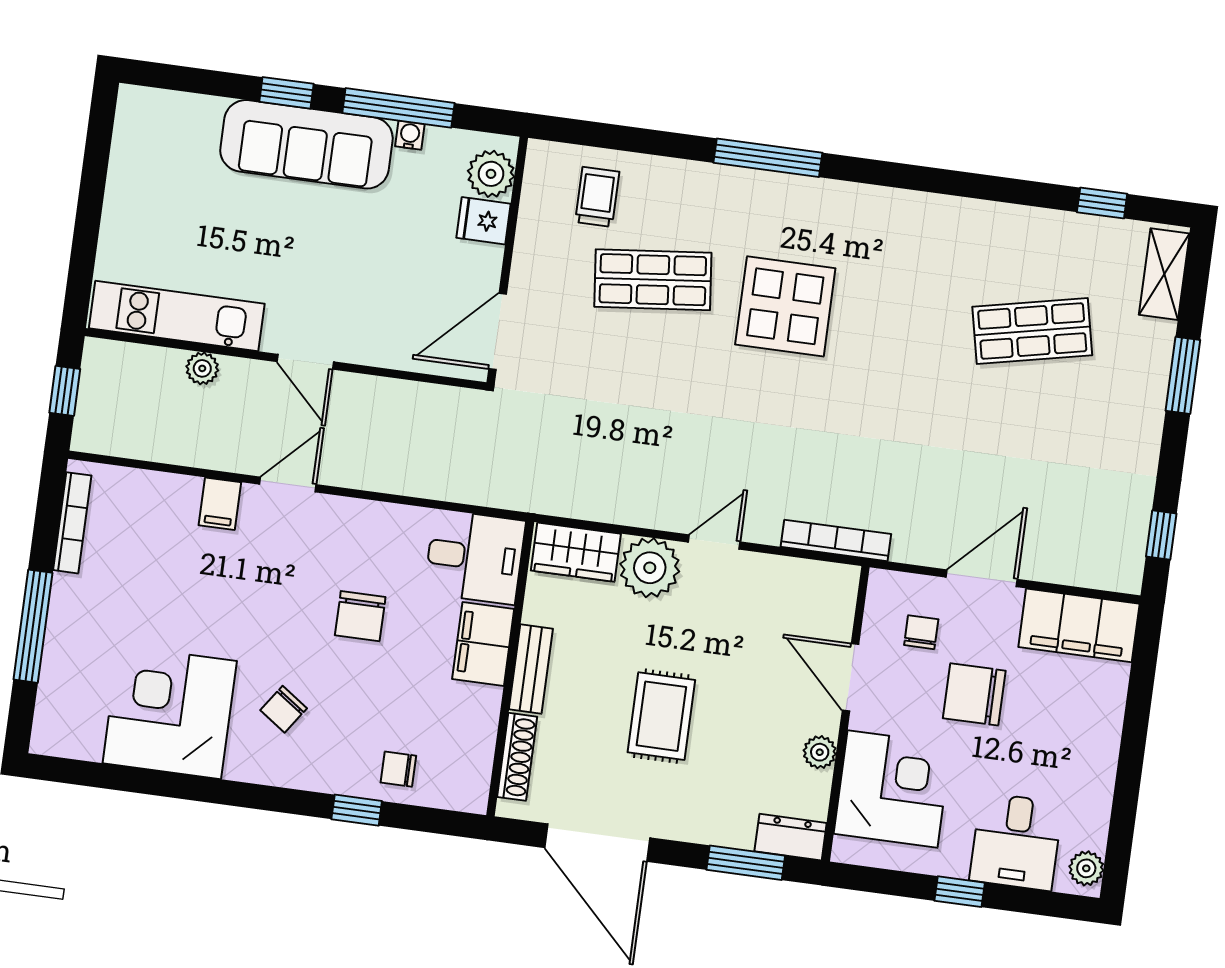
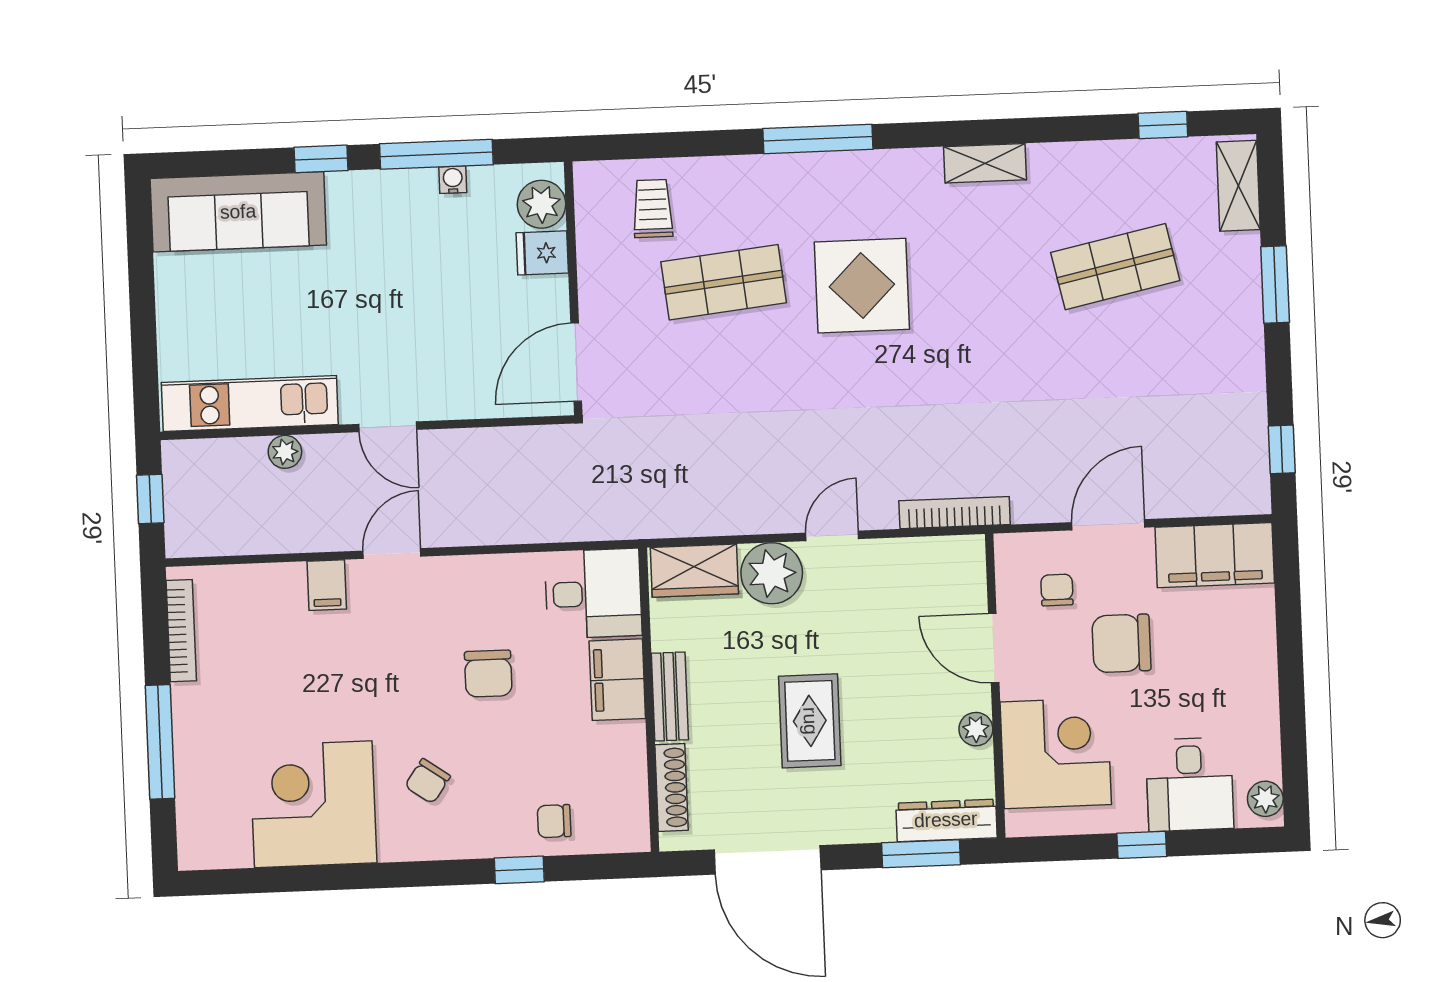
sofa: (306, 144) -> (238, 212), moved
shelving: (925, 210) -> (985, 163), added
dresser: (791, 837) -> (946, 820), width x1.44

